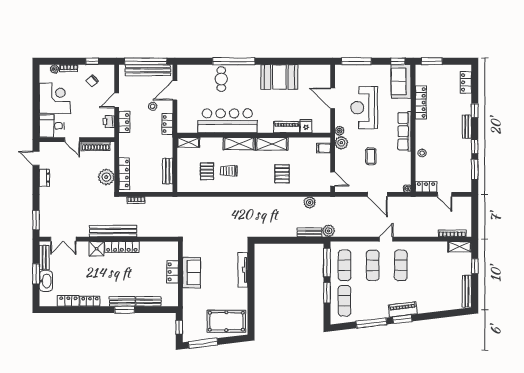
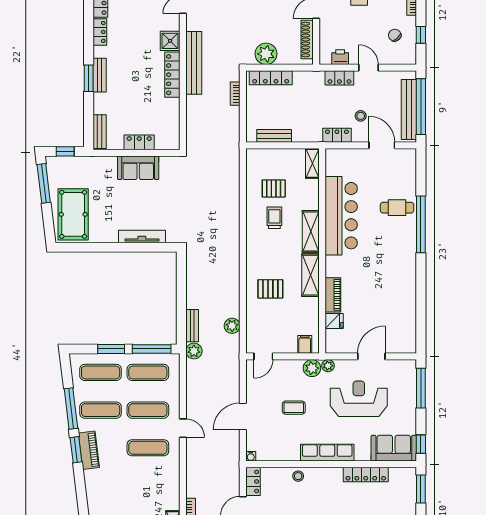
booth: (279, 77) -> (400, 285), removed
bench: (148, 301) -> (100, 132), moved
exercise mat: (373, 301) -> (101, 410), added

